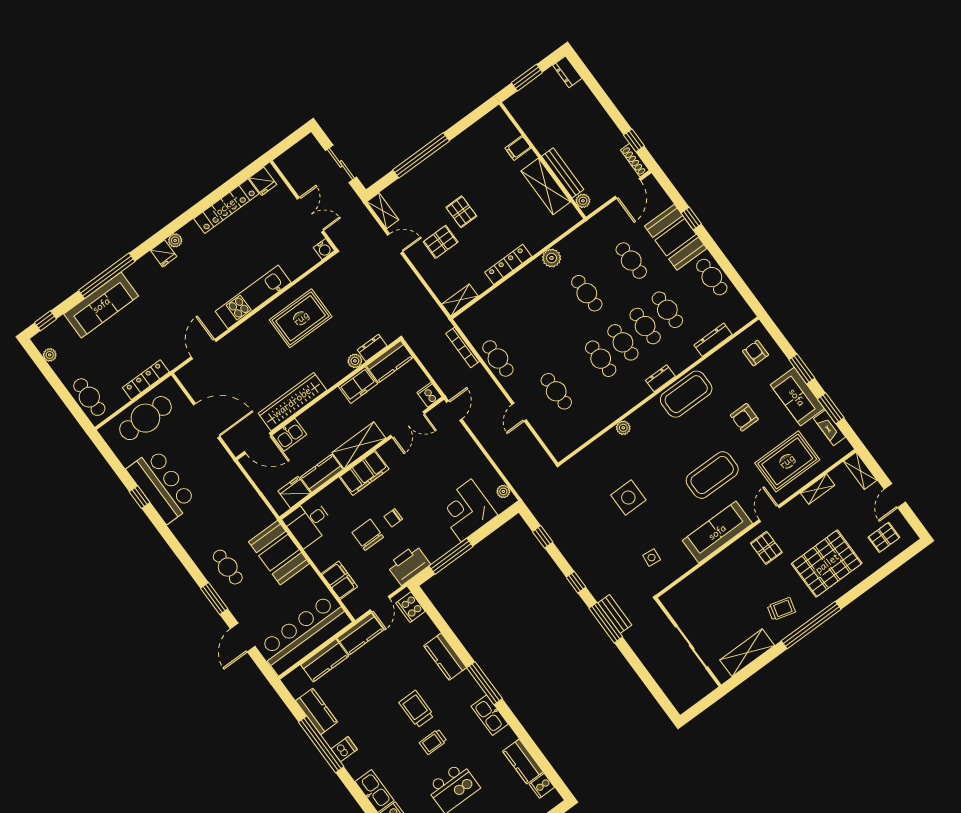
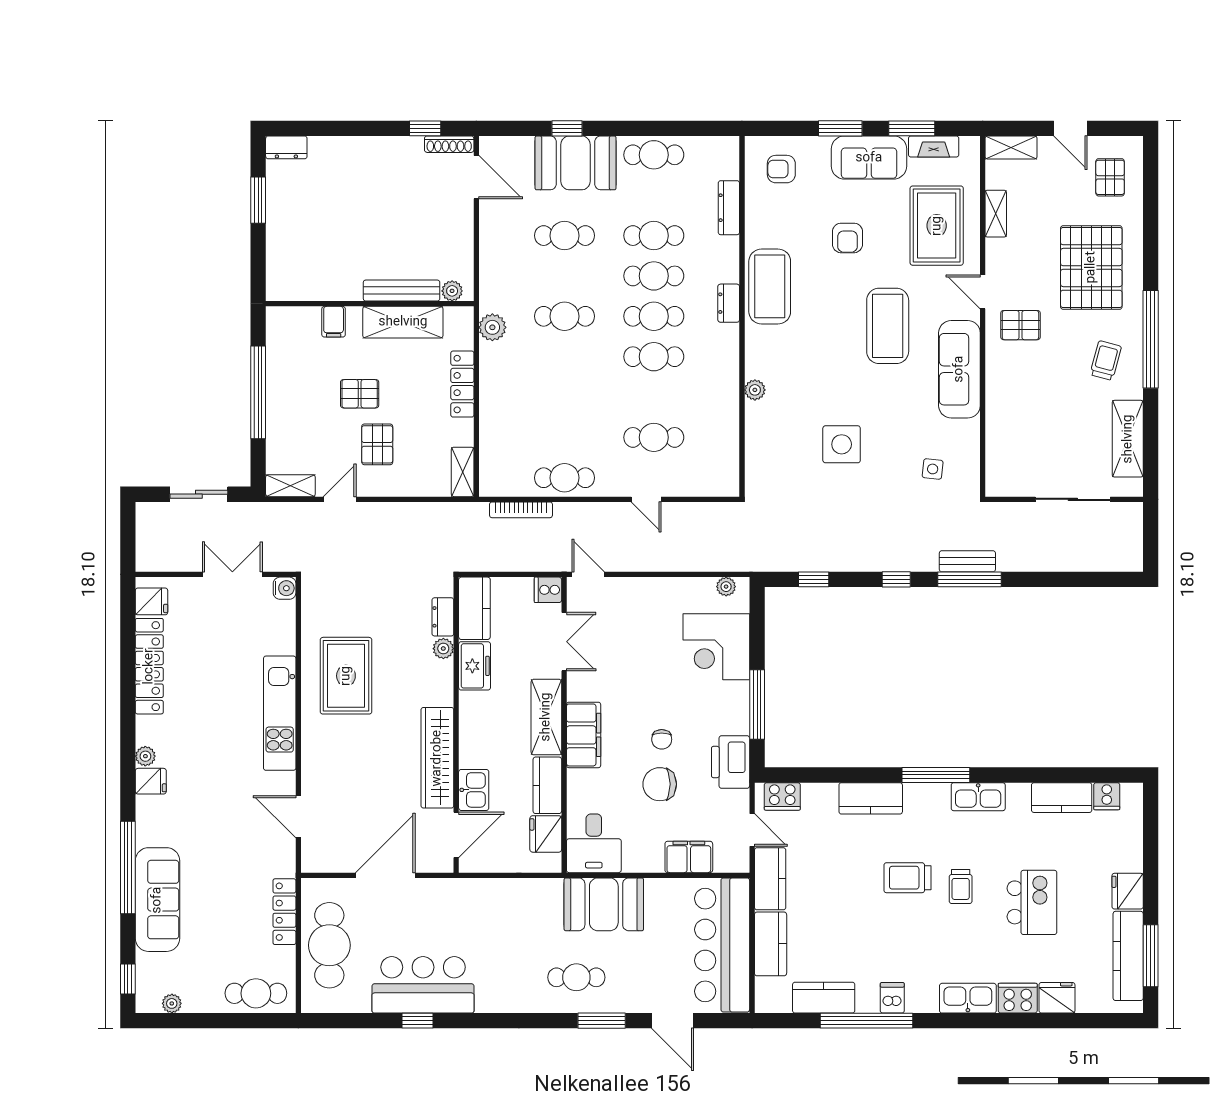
filing cabinet: (518, 148) -> (334, 322), moved
wall: (543, 161) -> (370, 304), moved
bench: (563, 173) -> (402, 291), moved
shelving: (546, 186) -> (403, 322), moved
plant: (583, 201) -> (452, 291), moved

